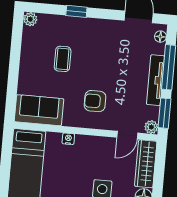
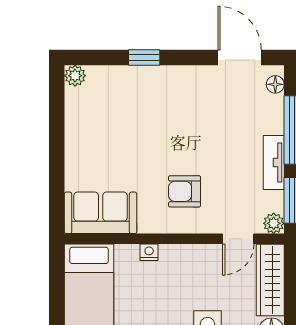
coffee table: (63, 59) -> (129, 132), removed
tv unit: (156, 80) -> (274, 163), width x0.71

